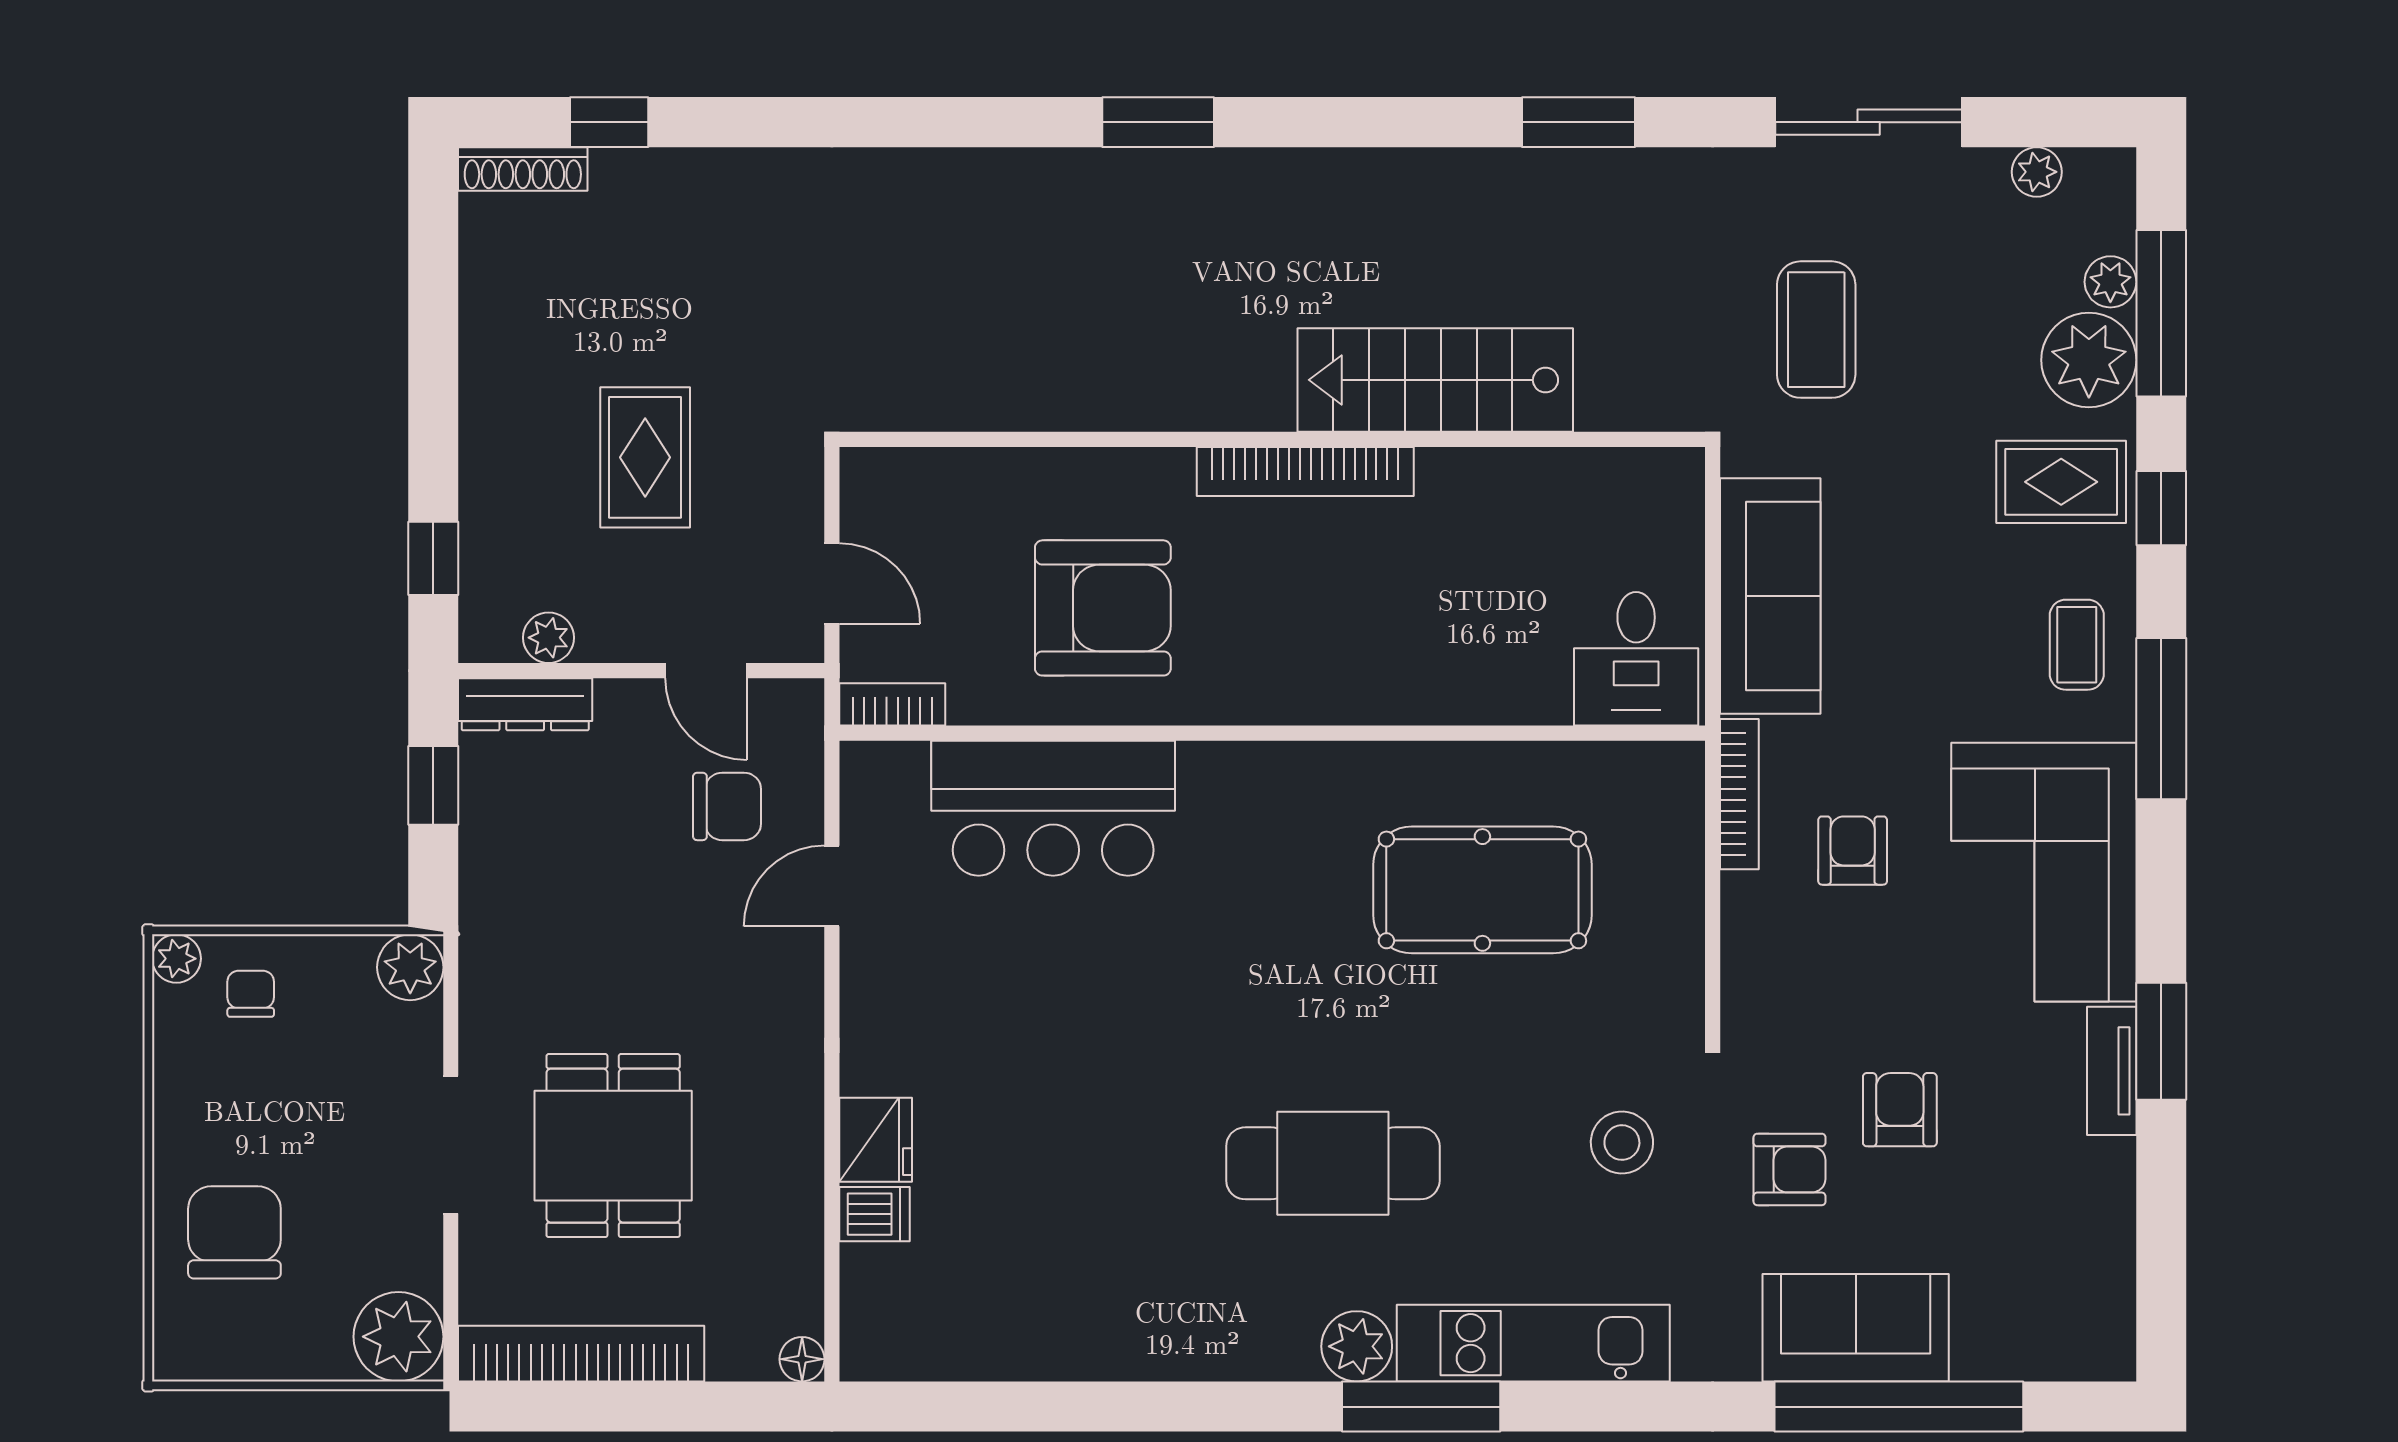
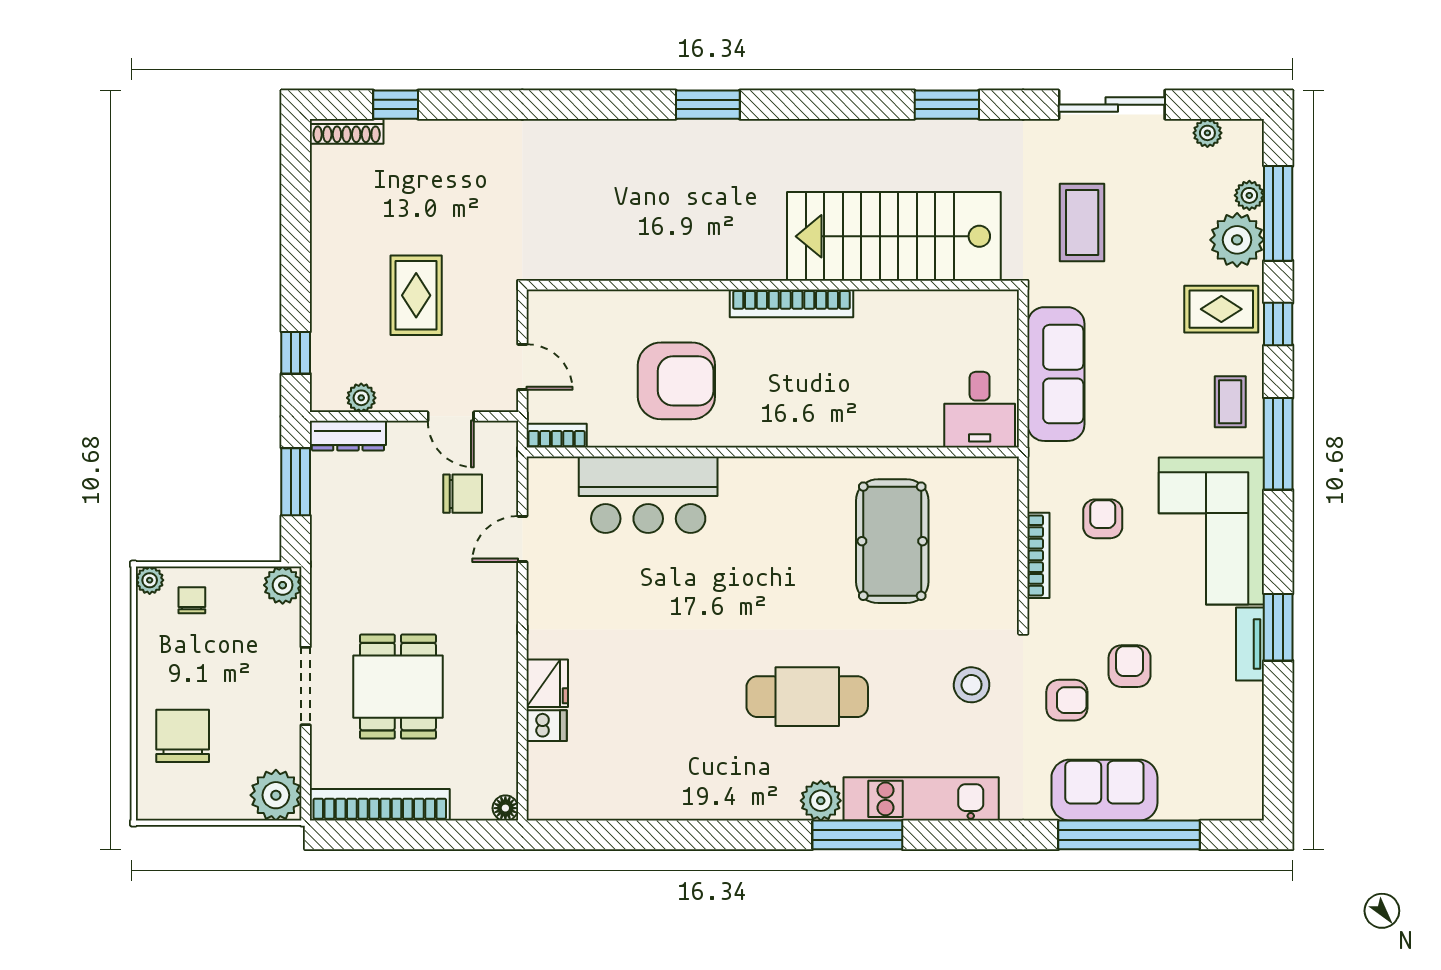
stairs: (1435, 380) -> (894, 236), width x1.36, depth x1.51
window: (433, 785) -> (296, 482), width x1.50
bookcase: (1739, 794) -> (1038, 555), moved
pool table: (1482, 890) -> (892, 541), turned 90

